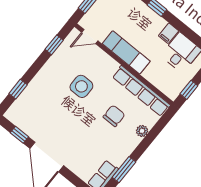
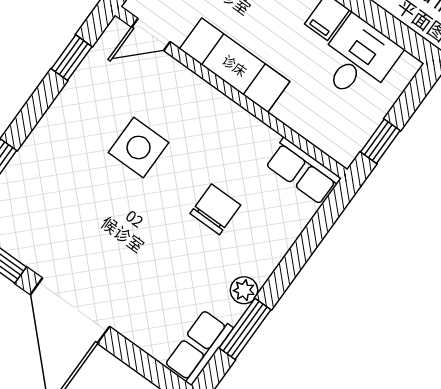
row of seats: (141, 91) -> (303, 171), width x0.50
plant: (142, 131) -> (244, 290), moved

